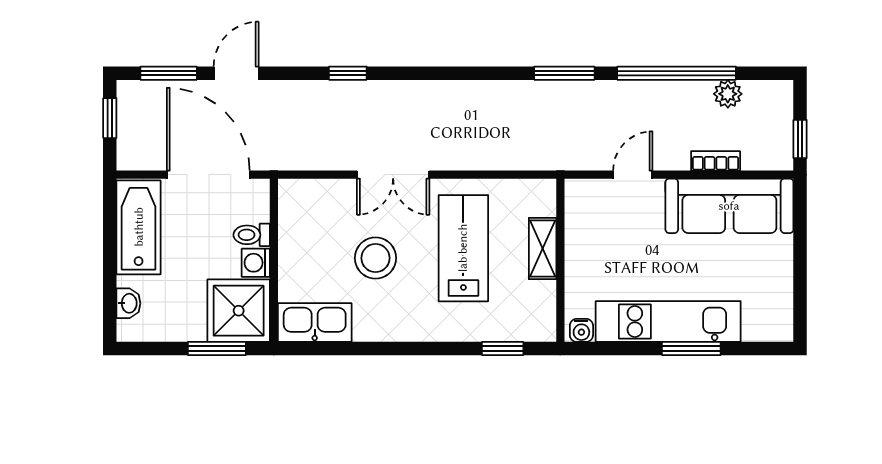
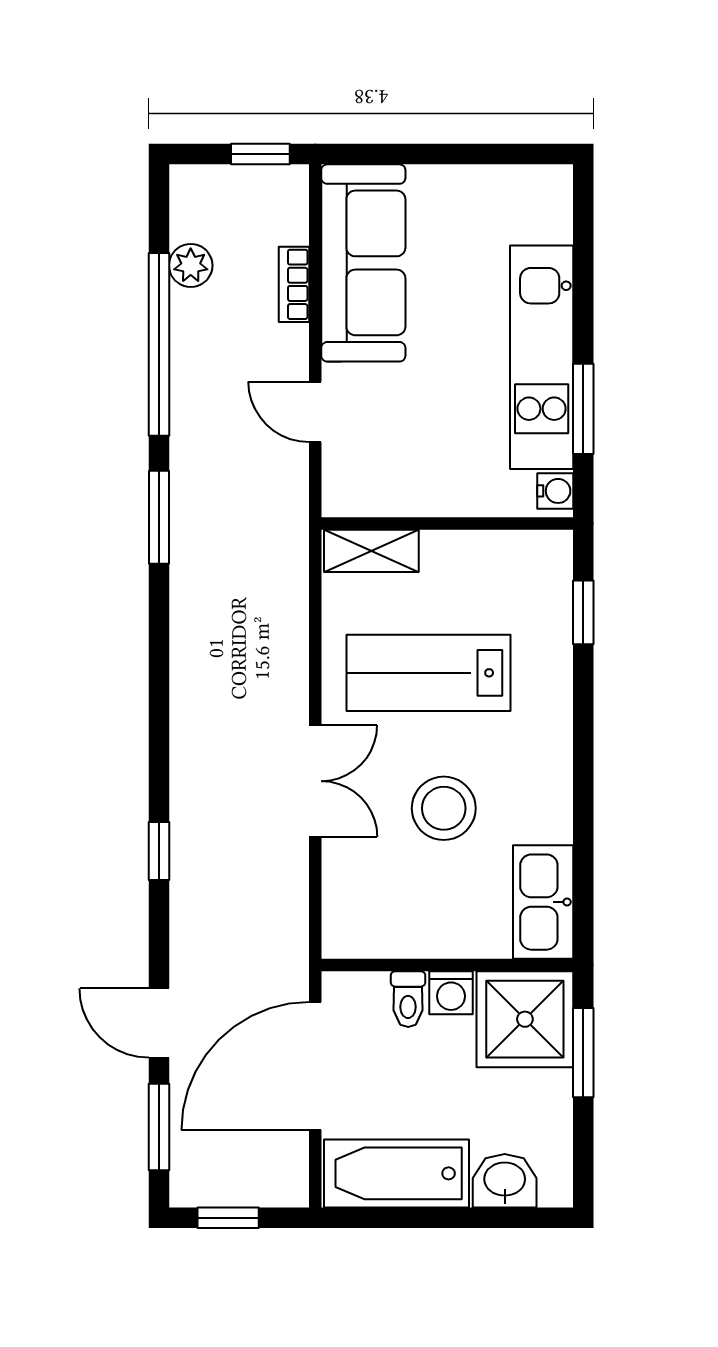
shelving: (543, 248) -> (371, 551), moved
washbasin: (128, 303) -> (505, 1181), width x1.38, depth x1.45
window: (691, 349) -> (583, 409), moved

